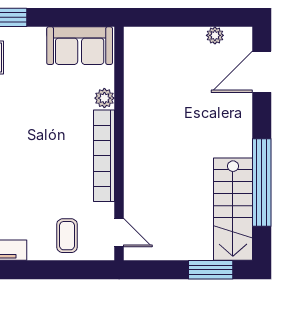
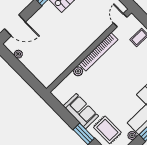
sofa: (80, 46) -> (81, 111), moved

